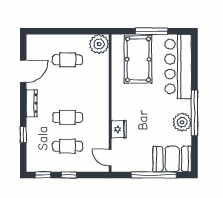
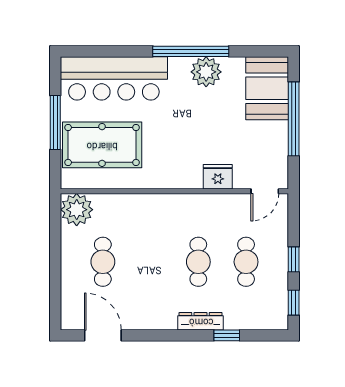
door: (23, 71) -> (103, 335), moved
dresser: (32, 103) -> (201, 321), moved

